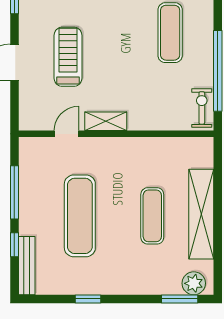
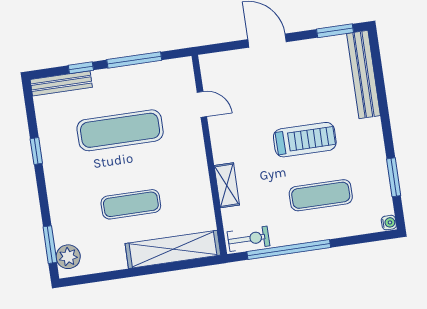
treadmill: (68, 57) -> (305, 140), moved
shelving: (106, 121) -> (227, 185), moved
shelving: (201, 214) -> (173, 249), moved

